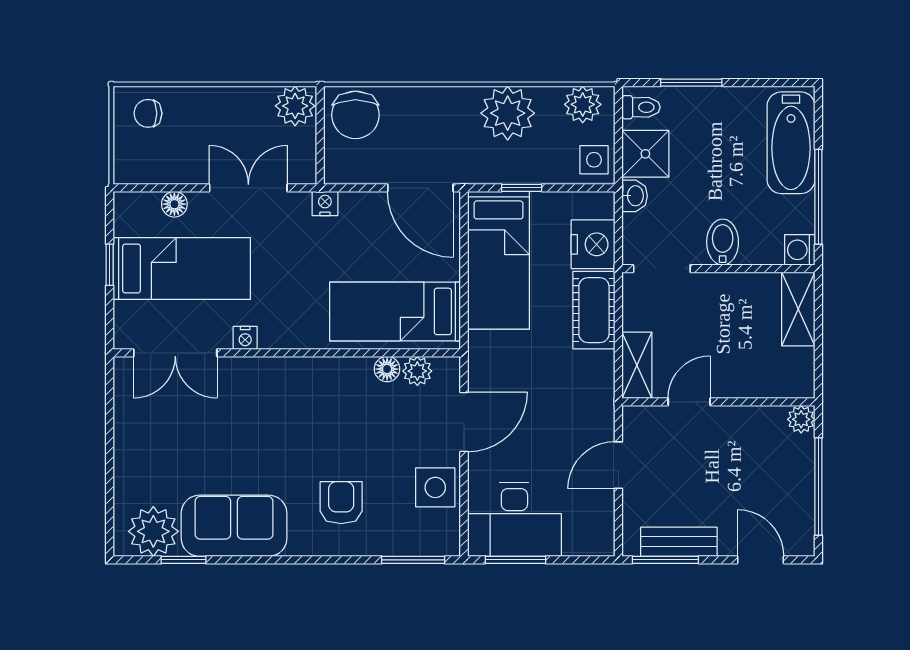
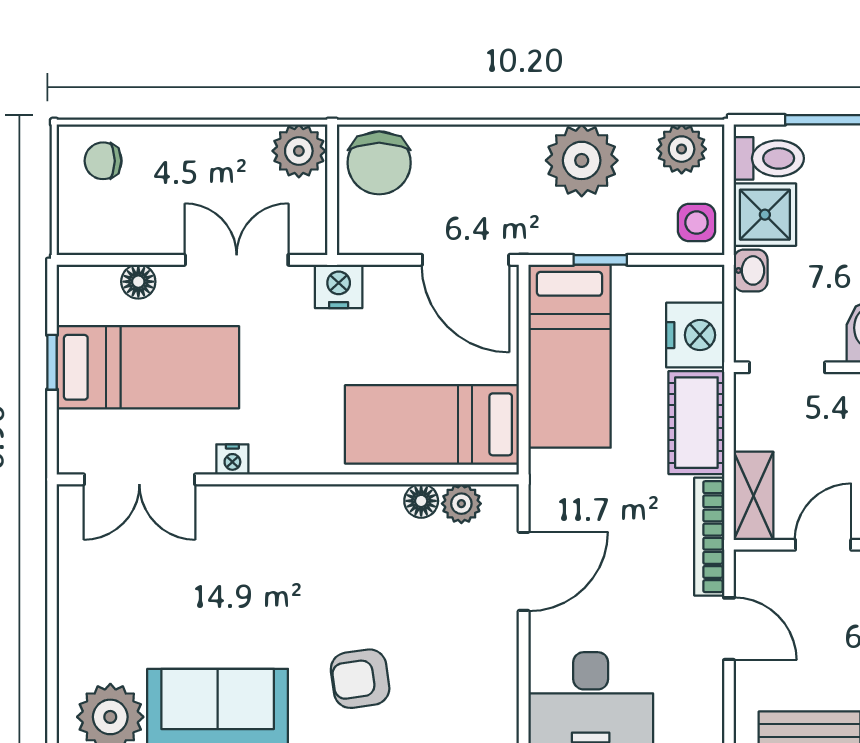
toilet: (641, 107) -> (769, 158), width x1.37, depth x1.39
nightstand: (325, 203) -> (339, 286), width x1.39, depth x1.35
bookcase: (604, 396) -> (709, 537), added
door: (618, 465) -> (729, 629), swing flipped
side table: (435, 487) -> (485, 658), removed
armchair: (341, 503) -> (360, 679), turned -98

